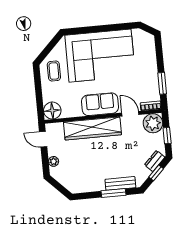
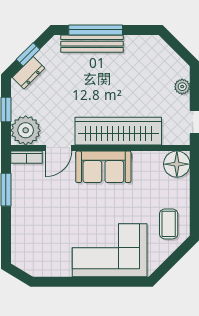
corner sofa: (100, 56) -> (110, 250), width x0.73, depth x0.74
door: (130, 114) -> (59, 148), hinge flipped
bench: (120, 183) -> (92, 44), width x1.36
window: (113, 193) -> (96, 30), width x1.44

